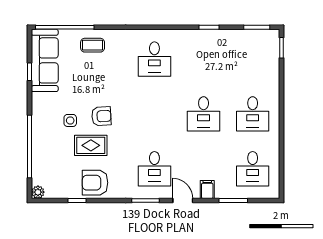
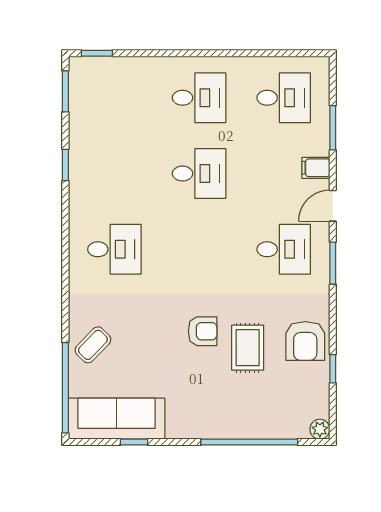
coffee table: (93, 45) -> (93, 345), turned 44
armchair: (101, 116) -> (203, 331), turned 93
side table: (70, 120) -> (209, 379), removed

